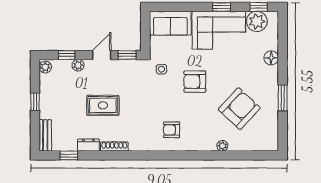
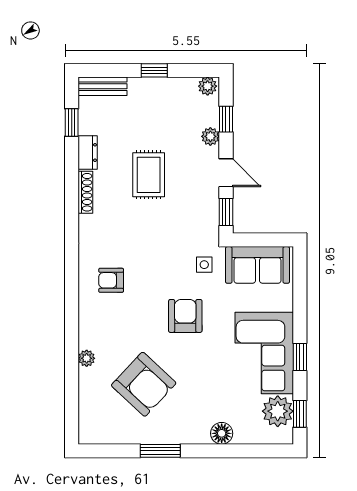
sofa: (170, 23) -> (258, 265), moved, turned -90
armchair: (172, 130) -> (111, 280), turned -90

